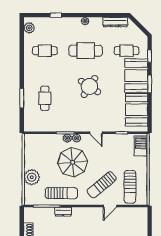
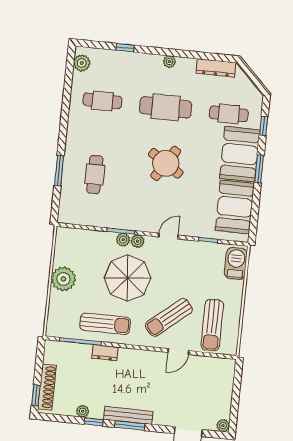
door: (96, 133) -> (168, 236), swing flipped
plant: (32, 177) -> (63, 279), moved

